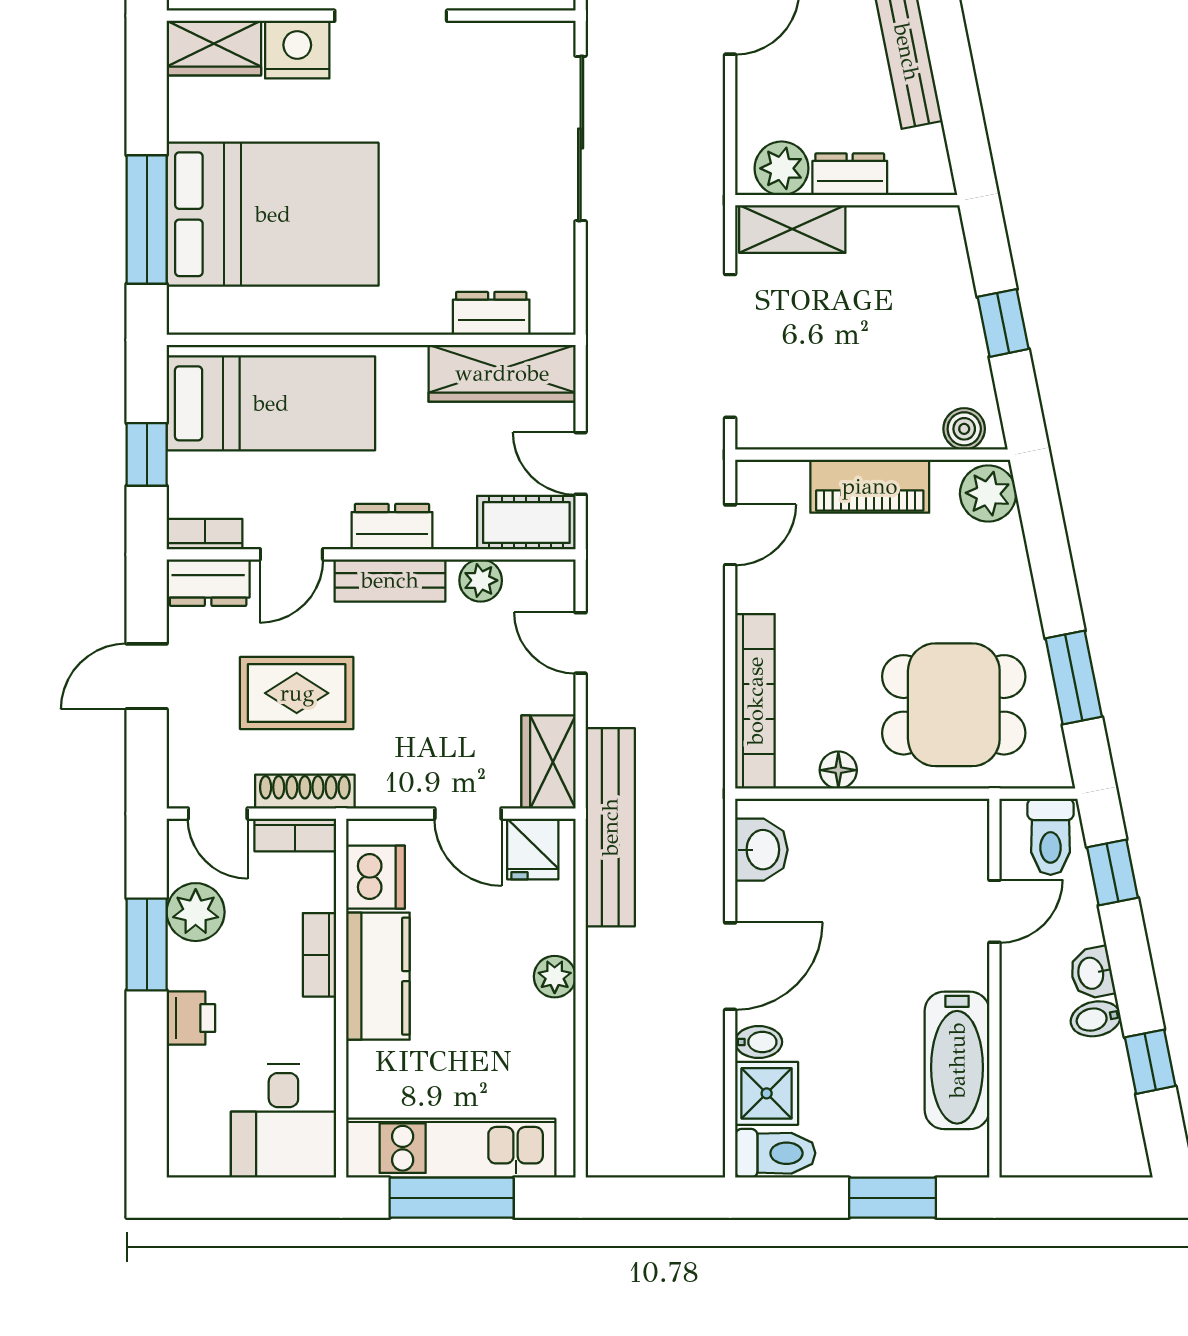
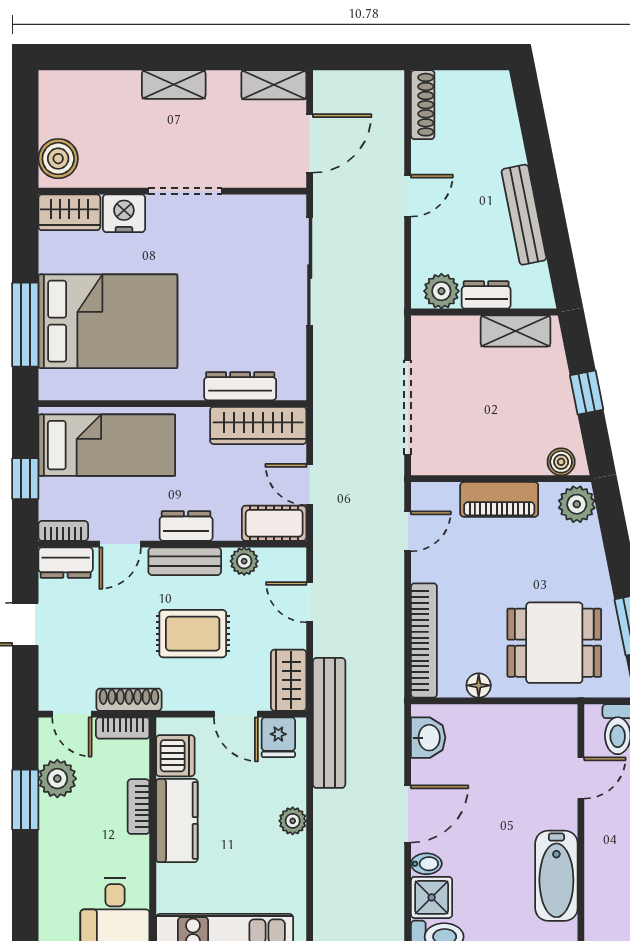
shelving: (792, 229) -> (516, 331), moved
dresser: (491, 313) -> (240, 386), width x1.44
rug: (297, 693) -> (193, 634), moved
printer: (191, 1018) -> (54, 848), removed

